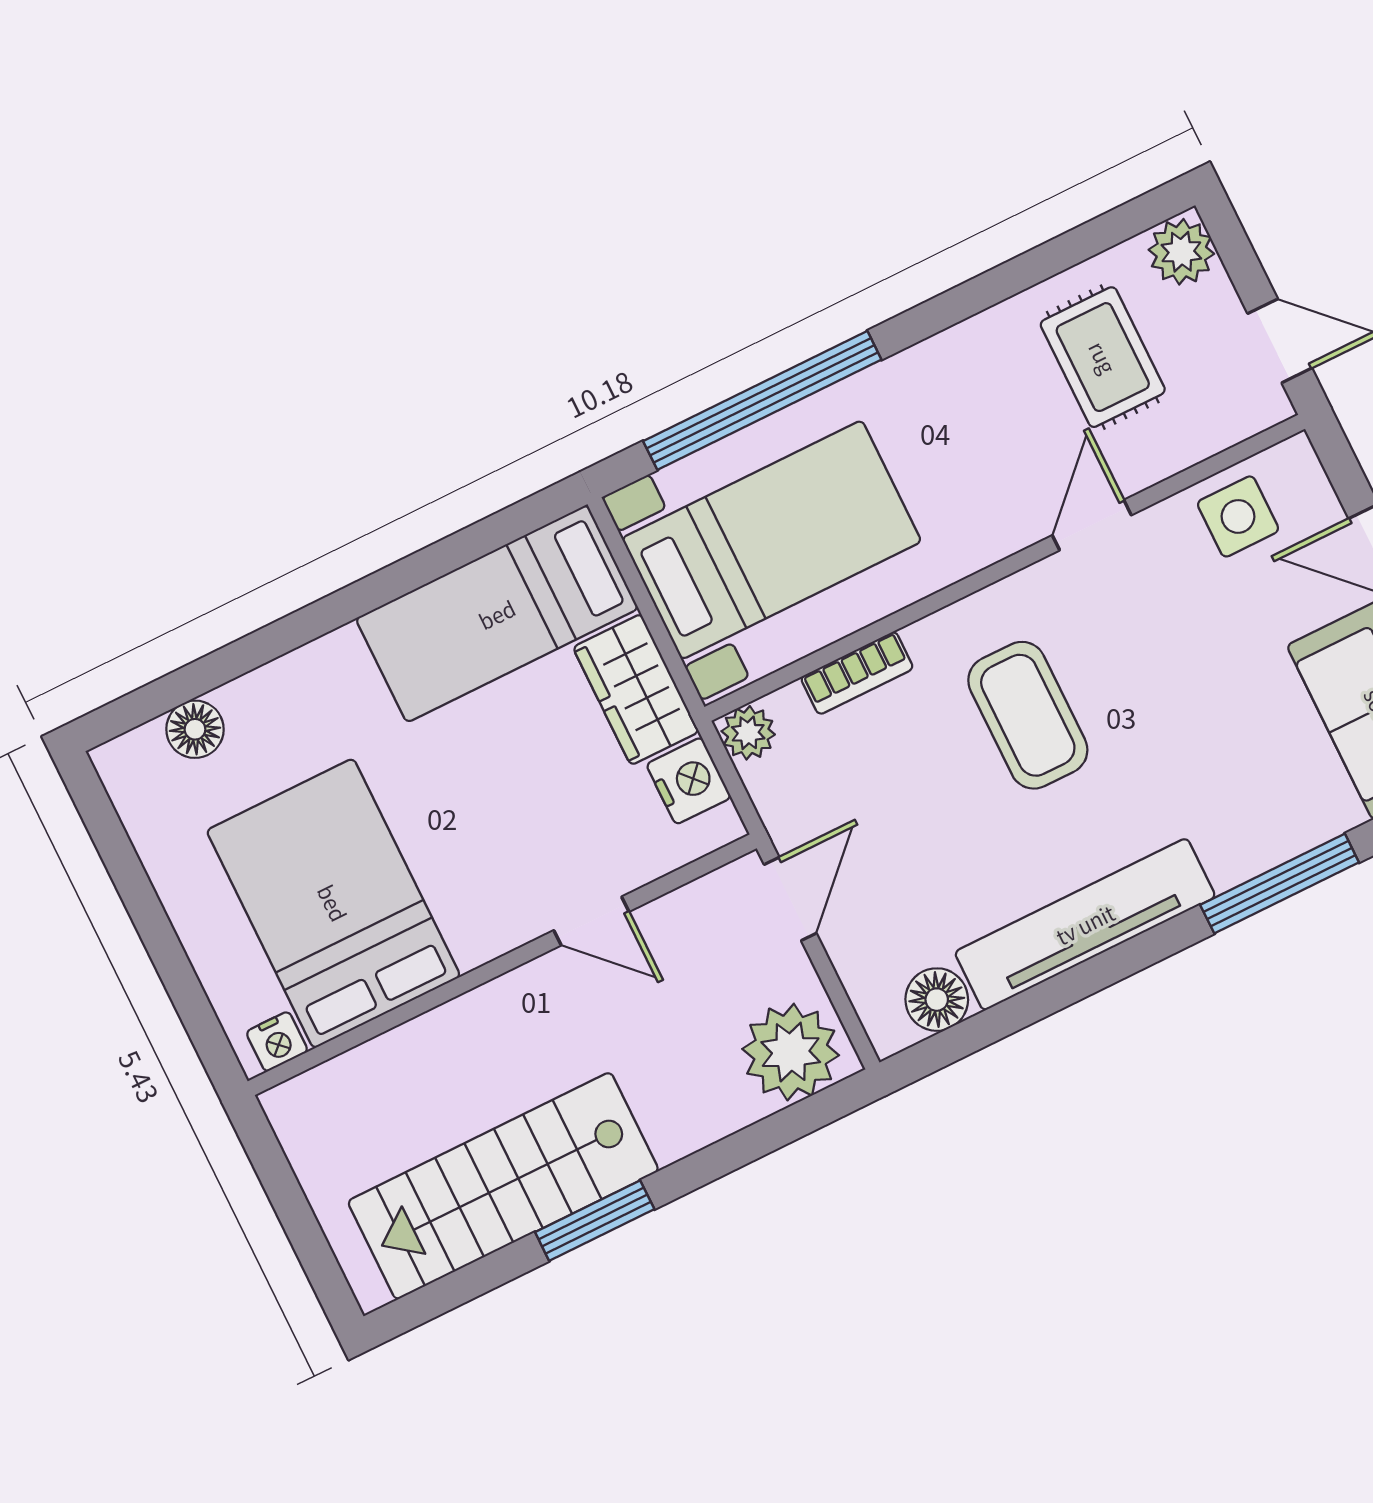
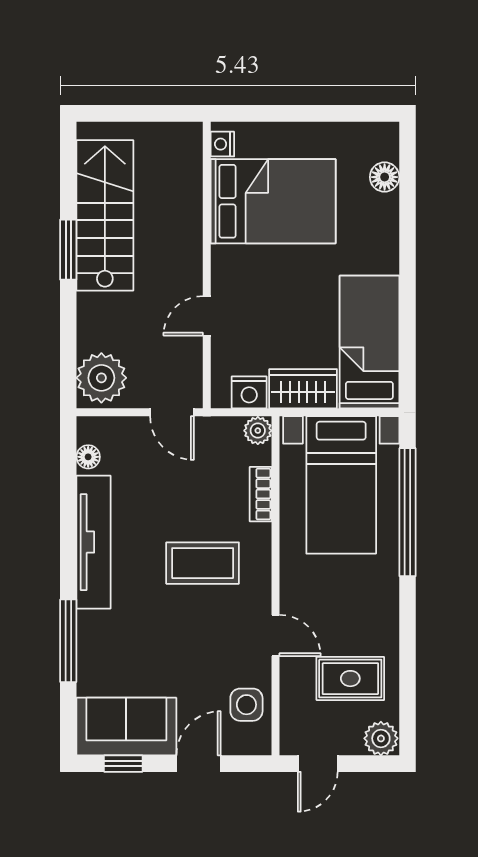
floor lamp: (937, 1000) -> (88, 457), width x0.73, depth x0.73

